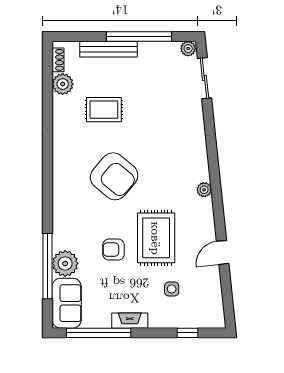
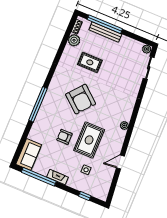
window: (139, 36) -> (105, 24), moved
plant: (65, 263) -> (36, 134), removed
window: (48, 266) -> (38, 104), moved

